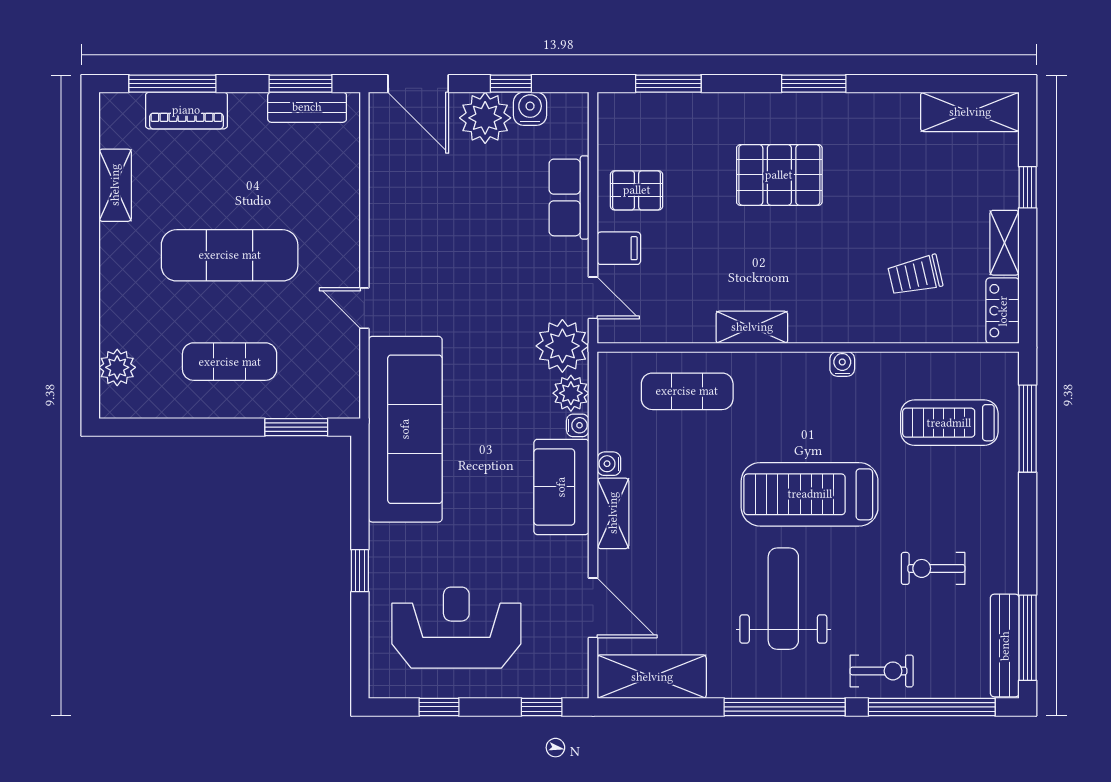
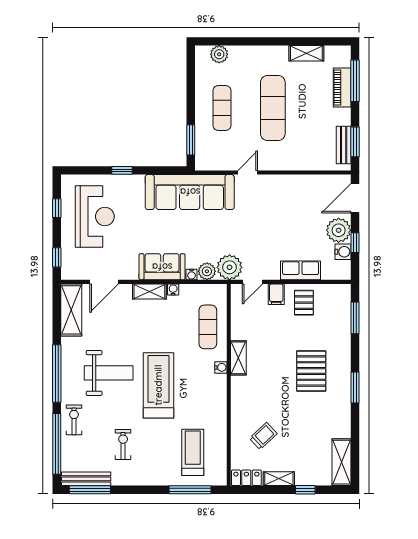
trolley: (915, 275) -> (263, 436), turned 60
water cooler: (842, 364) -> (221, 367), moved
exercise bike: (882, 671) -> (74, 420), turned 180

